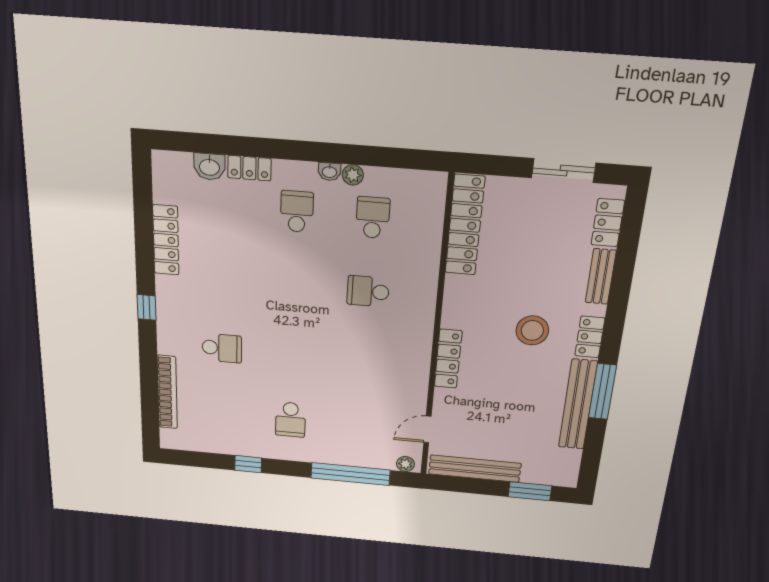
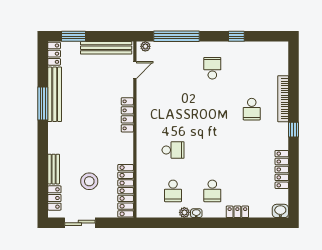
washbasin: (209, 167) -> (280, 211), moved
stool: (532, 330) -> (89, 181), moved
locker: (590, 337) -> (54, 54), moved
school desk: (222, 348) -> (252, 109), turned -90
bookcase: (167, 392) -> (283, 99), moved

